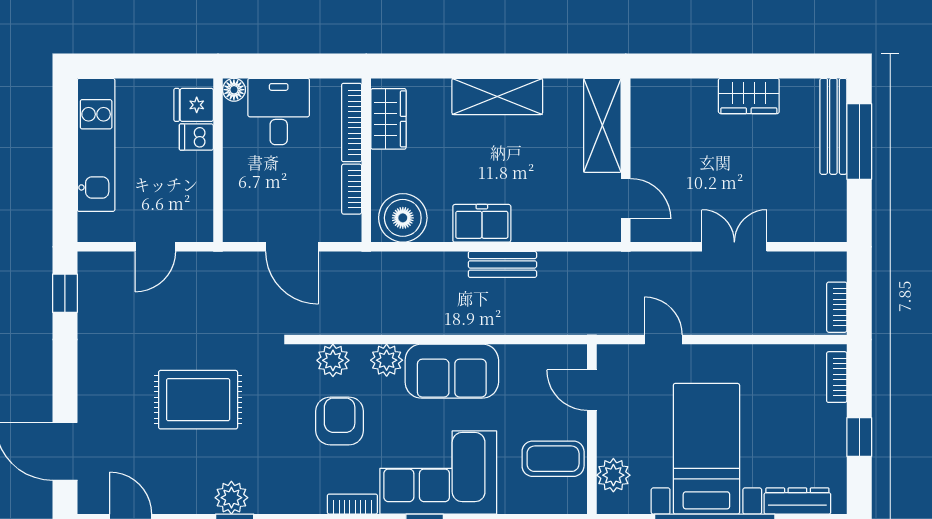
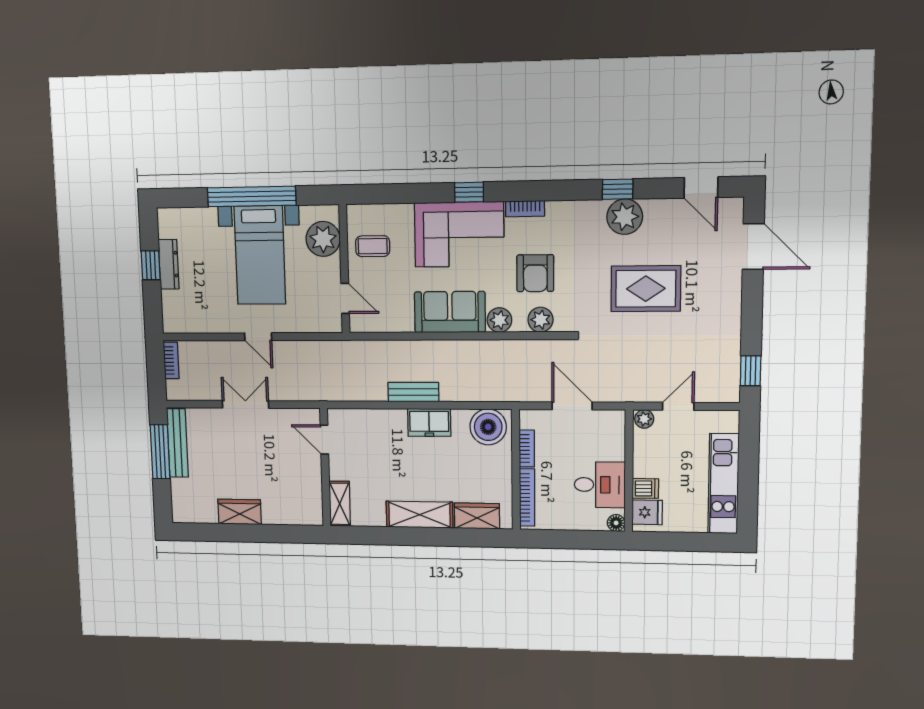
desk: (279, 111) -> (600, 485), moved, turned -90
wardrobe: (388, 119) -> (477, 516), moved, turned 90
shelving: (602, 125) -> (340, 504), width x0.67, depth x0.75
bench: (833, 126) -> (177, 443), moved
window: (859, 141) -> (160, 452), moved
plant: (199, 230) -> (644, 419), added
double door: (734, 247) -> (245, 404), swing flipped
door: (663, 339) -> (258, 337), moved
bookcase: (837, 377) -> (169, 309), removed
coffee table: (553, 459) -> (373, 246), width x0.73, depth x0.77
plant: (613, 475) -> (323, 239), width x1.36, depth x1.36
plant: (231, 498) -> (625, 217), width x1.36, depth x1.36
dresser: (797, 501) -> (169, 264), moved, turned -90

